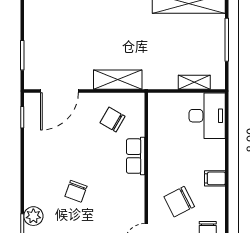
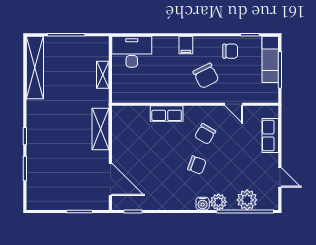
shelving: (194, 82) -> (103, 75), moved
chair: (112, 119) -> (205, 134), moved
water cooler: (31, 198) -> (203, 204), added

